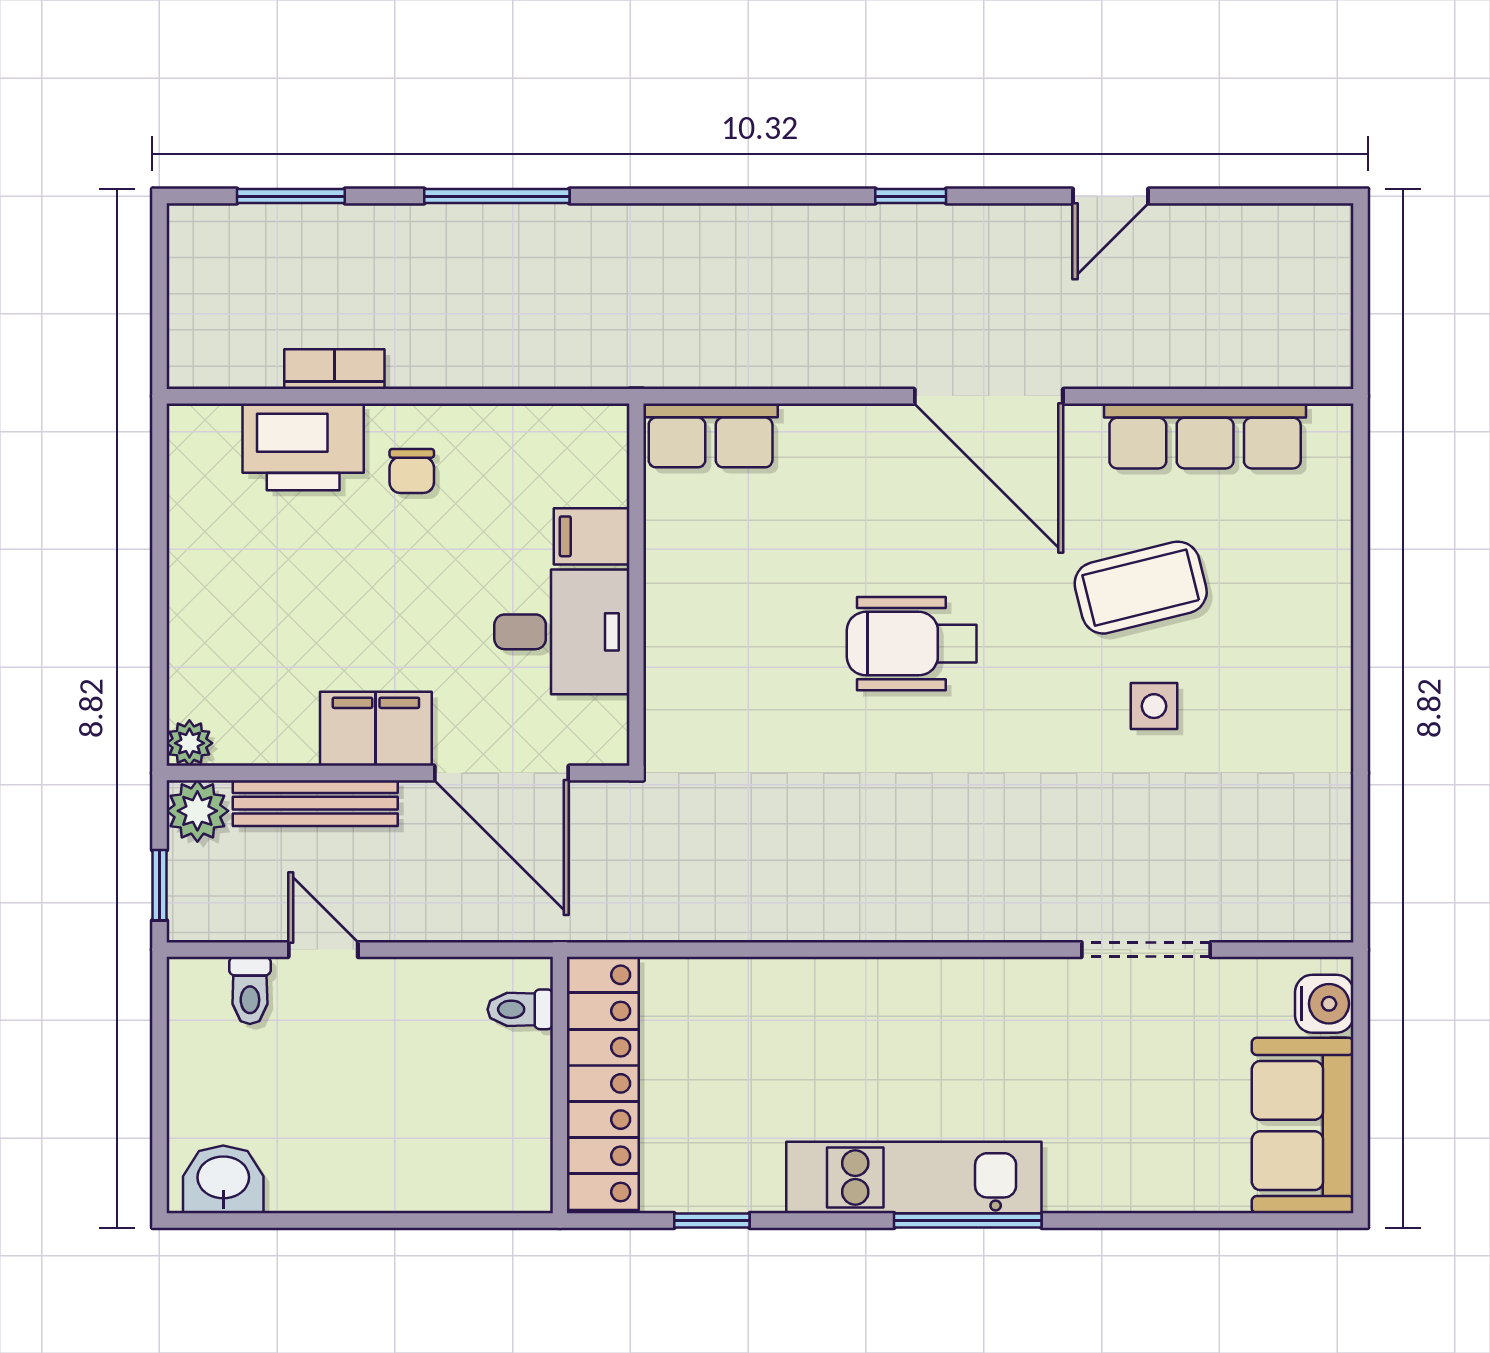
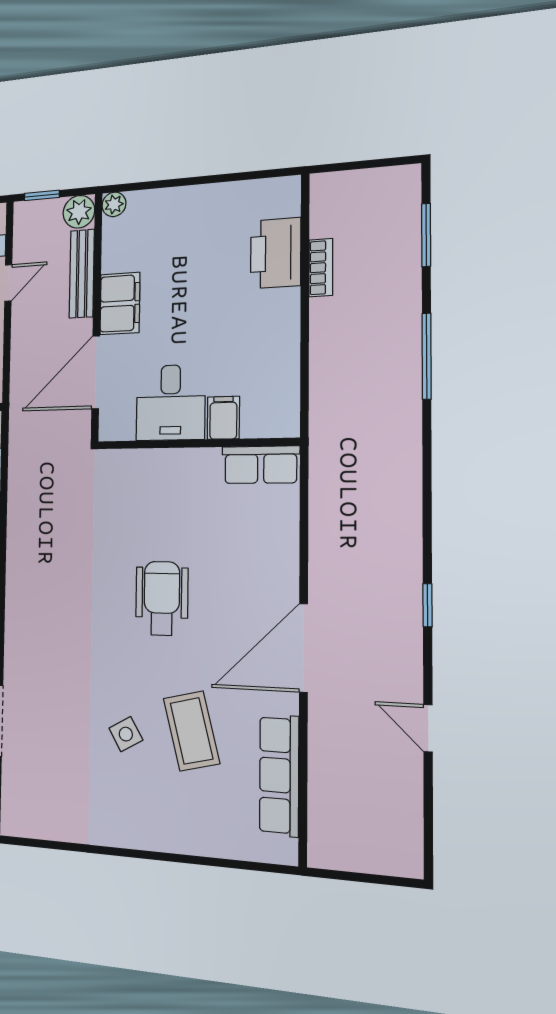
row of seats: (711, 435) -> (261, 465), moved, turned -90
chair: (412, 471) -> (261, 315), removed
side table: (1154, 706) -> (126, 734), turned -30

